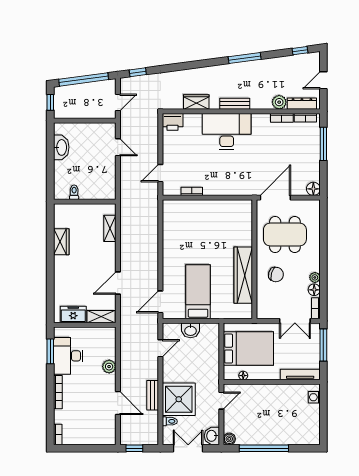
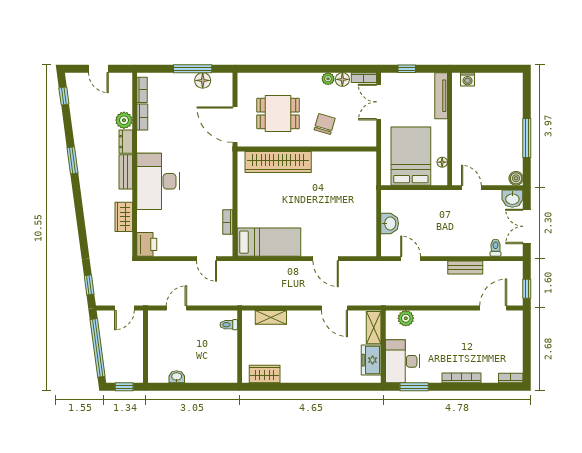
window: (245, 58) -> (73, 160), width x0.69
door: (118, 103) -> (124, 308), swing flipped
dresser: (302, 104) -> (126, 142), moved, width x0.70
window: (323, 144) -> (193, 69), moved
washbasin: (61, 147) -> (177, 377), width x0.52, depth x0.69
floor lamp: (313, 189) -> (203, 80), moved
toilet: (74, 192) -> (229, 325), moved
dining table: (285, 234) -> (278, 114), width x0.73
wardrobe: (61, 242) -> (265, 374), moved
wardrobe: (243, 275) -> (278, 162), moved
bed: (198, 292) -> (269, 242), moved, turned 180
door: (160, 302) -> (326, 259), moved
double door: (295, 321) -> (379, 102), swing flipped
window: (323, 345) -> (407, 69), width x0.46
desk: (68, 356) -> (403, 361), moved, turned 90
plant: (109, 367) -> (406, 318), moved
shower: (179, 399) -> (470, 237), removed
door: (118, 403) -> (493, 308), moved
window: (264, 448) -> (527, 138), width x0.68

